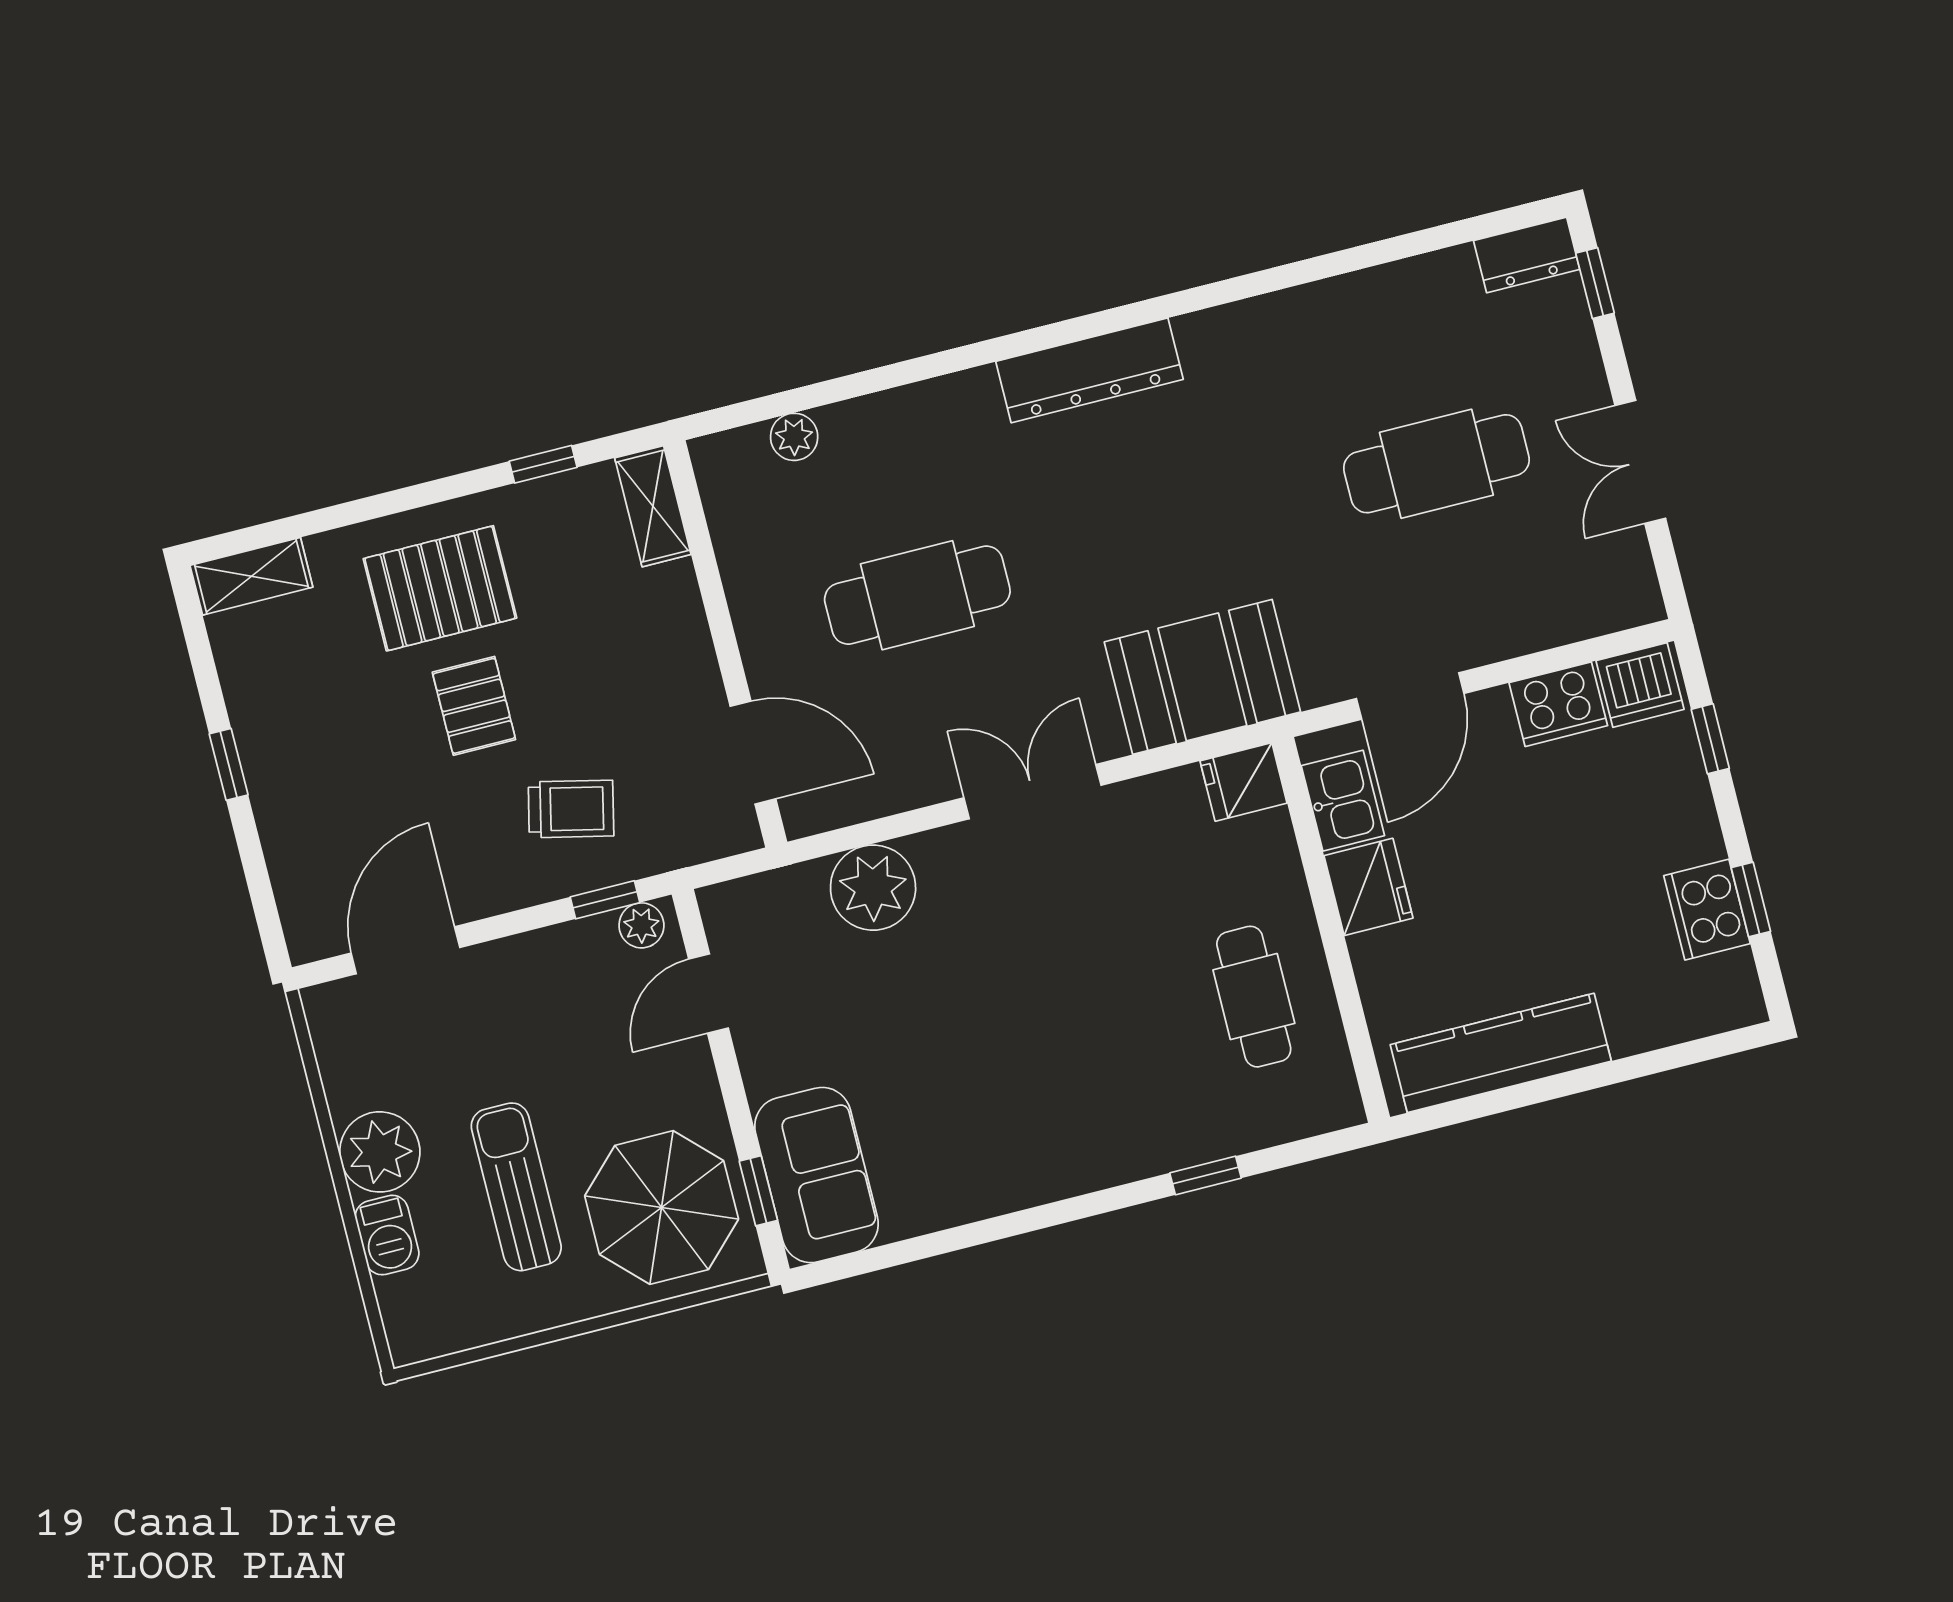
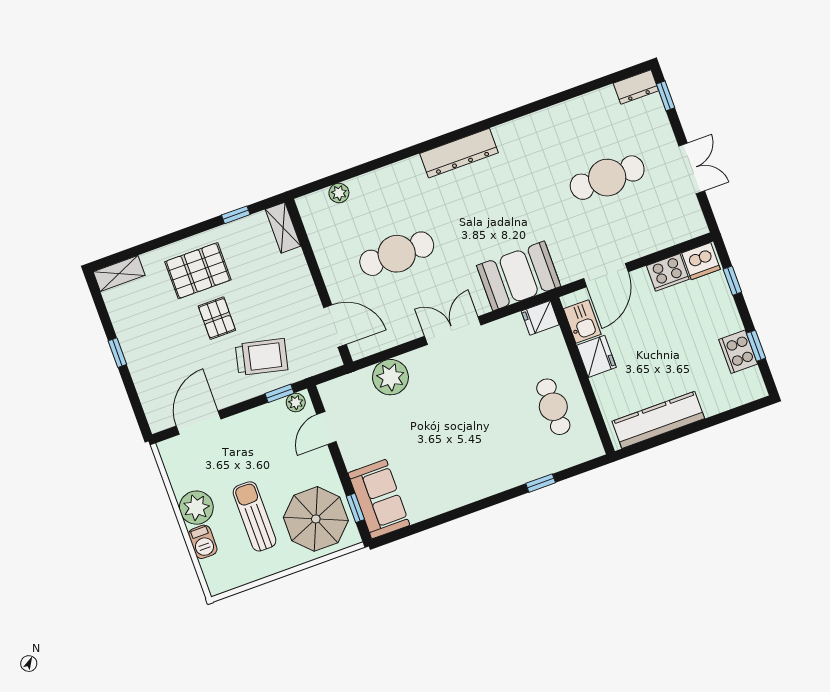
double door: (1640, 462) -> (692, 168), swing flipped
trolley: (571, 809) -> (262, 357), width x1.36, depth x1.39

